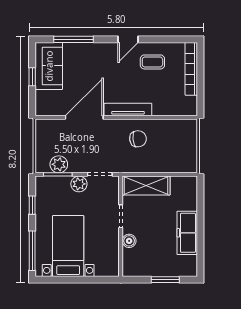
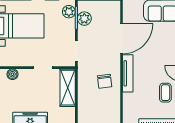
door: (84, 117) -> (121, 39), hinge flipped
plant: (79, 184) -> (69, 12), moved
boiler: (129, 241) -> (12, 74), moved

